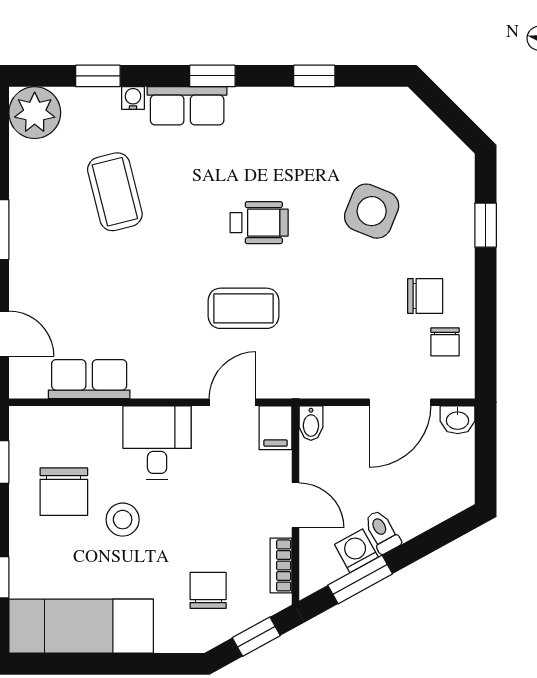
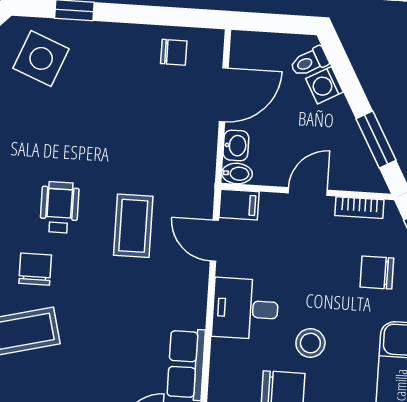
side table: (372, 211) -> (41, 58), moved
chair: (425, 296) -> (35, 269), moved
door: (400, 402) -> (224, 95), hinge flipped
washbasin: (458, 420) -> (236, 145), moved
toilet: (382, 532) -> (309, 62), moved
washing machine: (356, 551) -> (325, 85), moved

